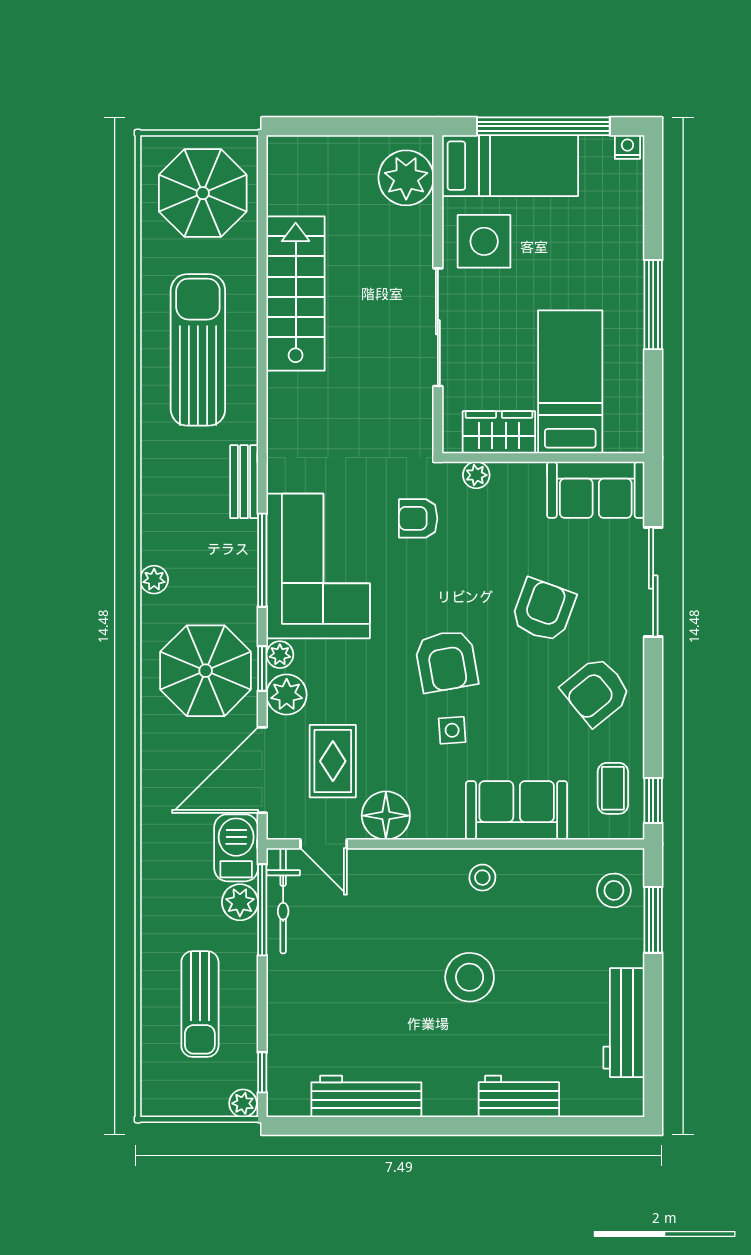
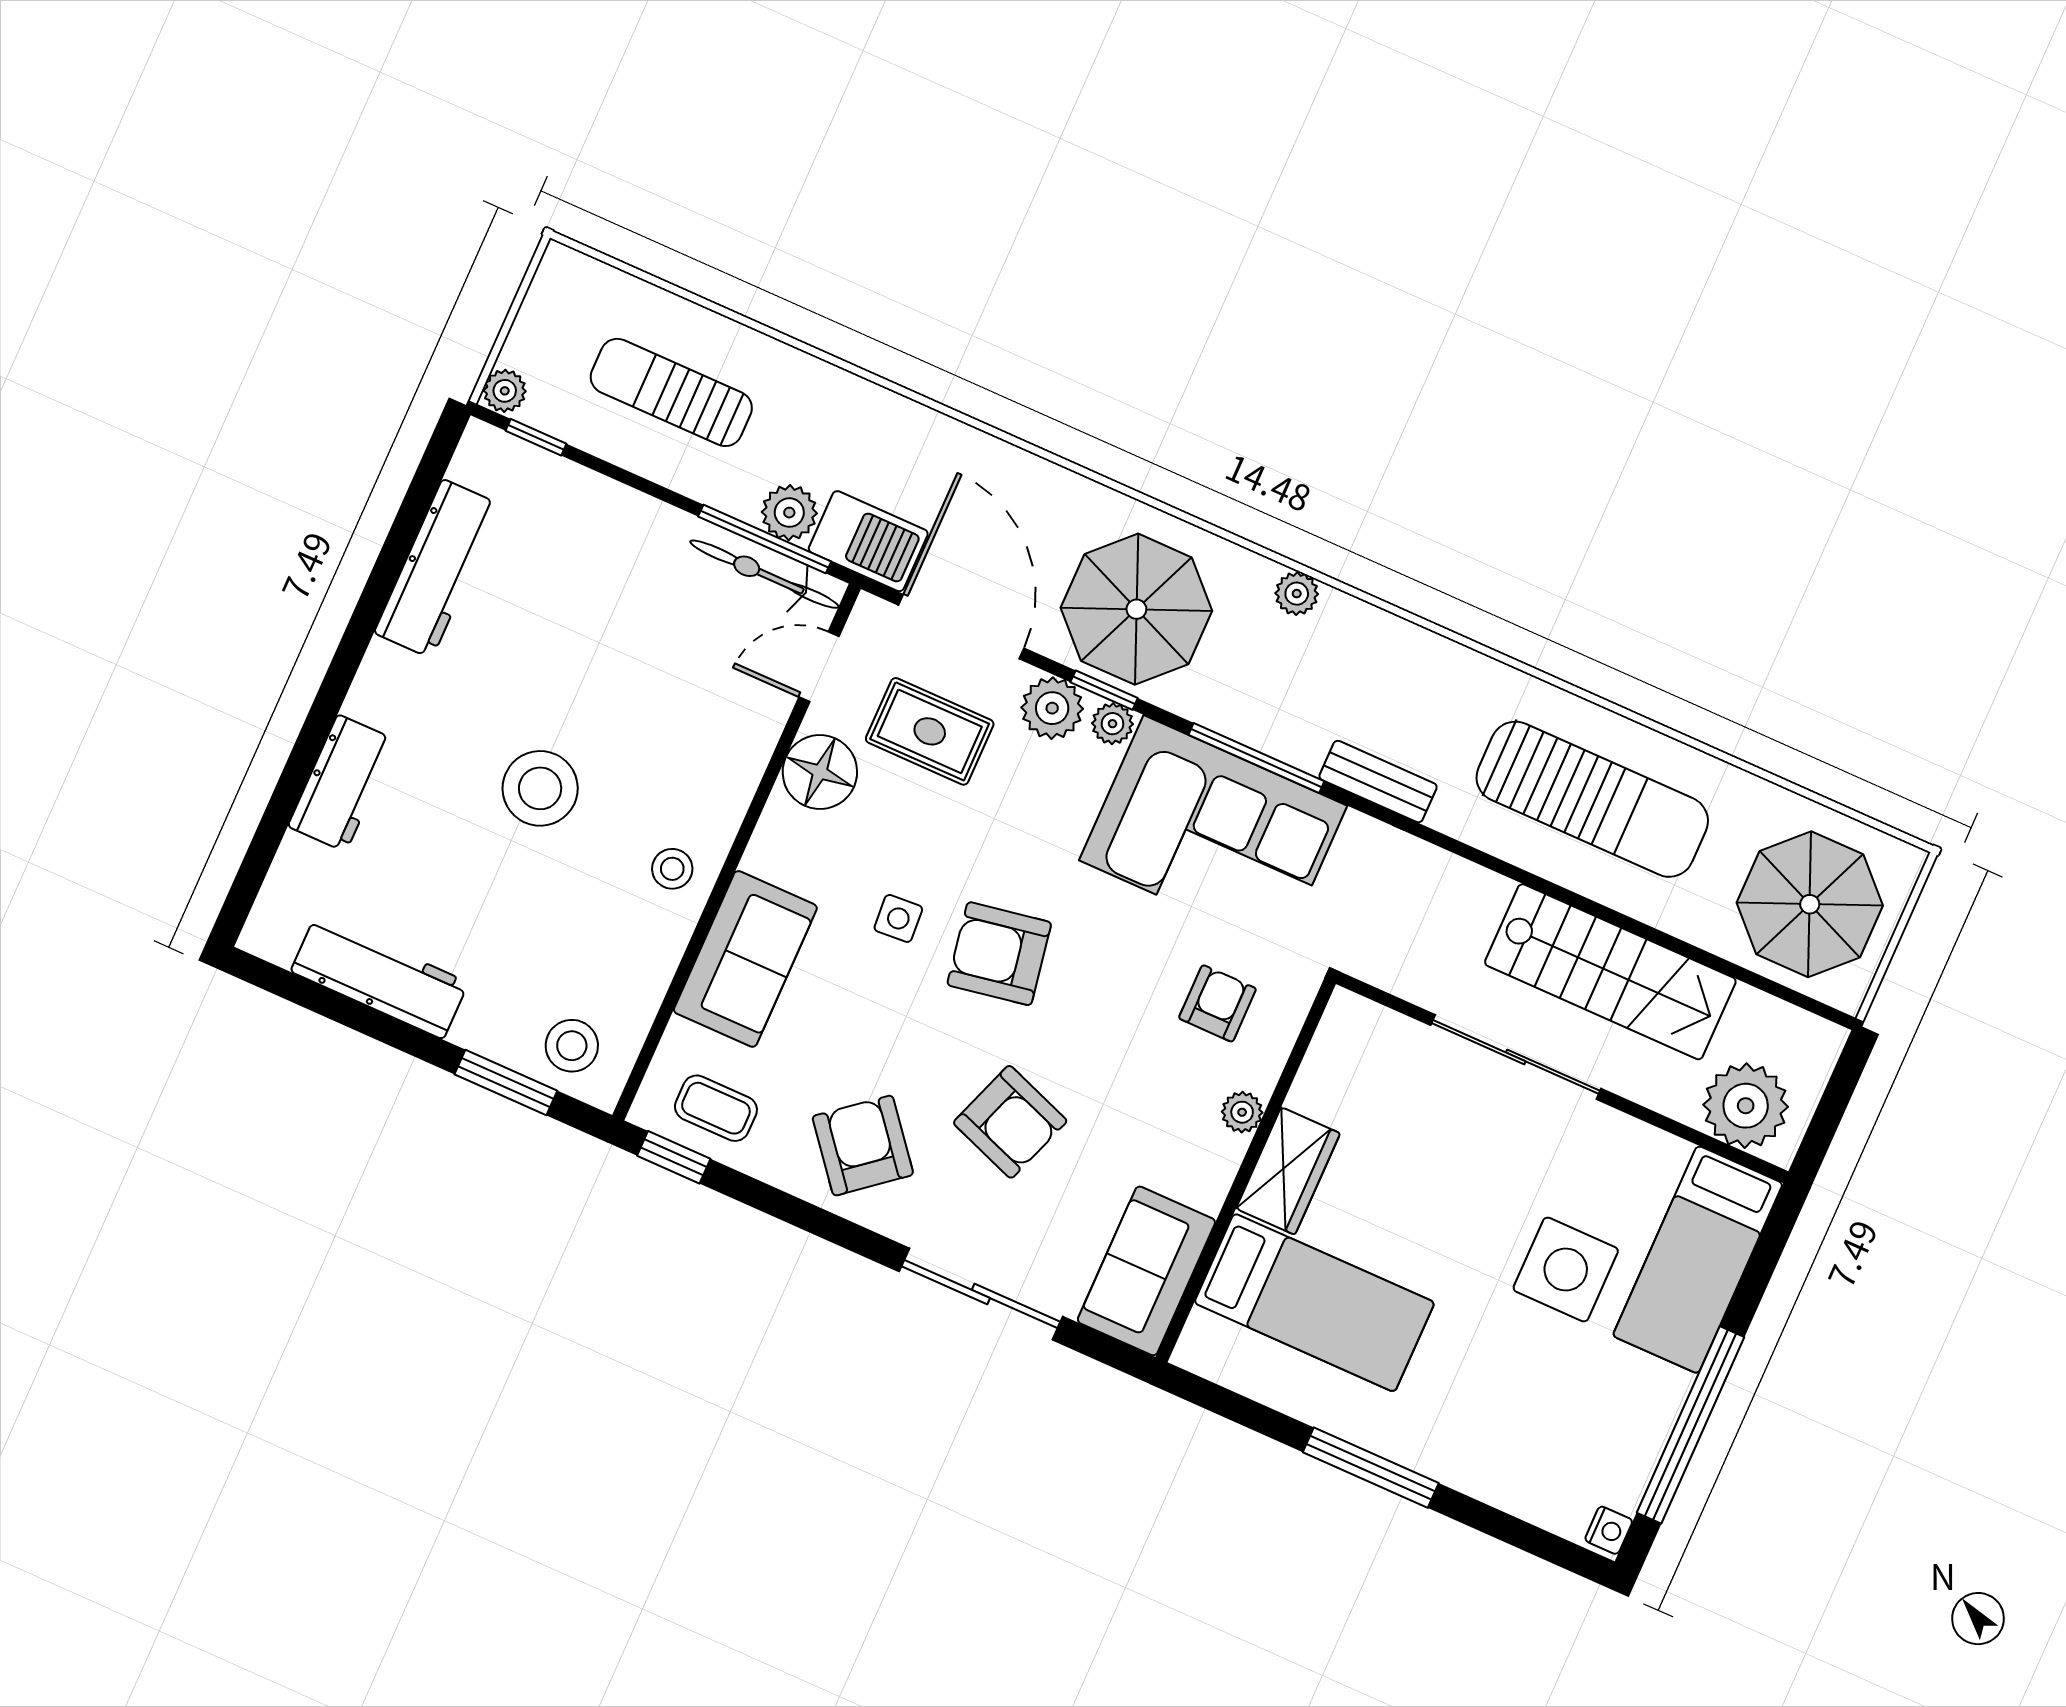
bed: (510, 166) -> (1698, 1260), moved
plant: (406, 178) -> (1746, 1106), moved
wall: (438, 294) -> (1562, 1078), moved
sliding door: (438, 327) -> (1516, 1057), moved

